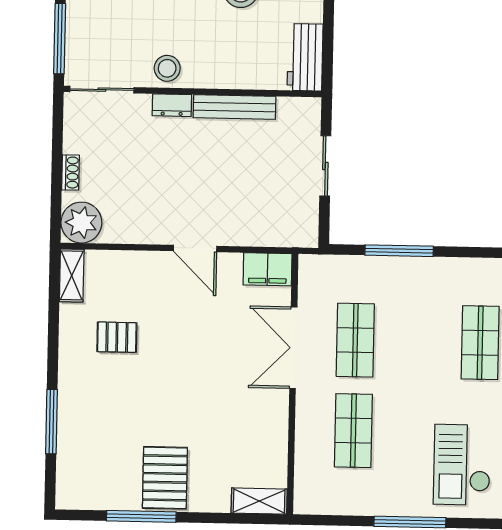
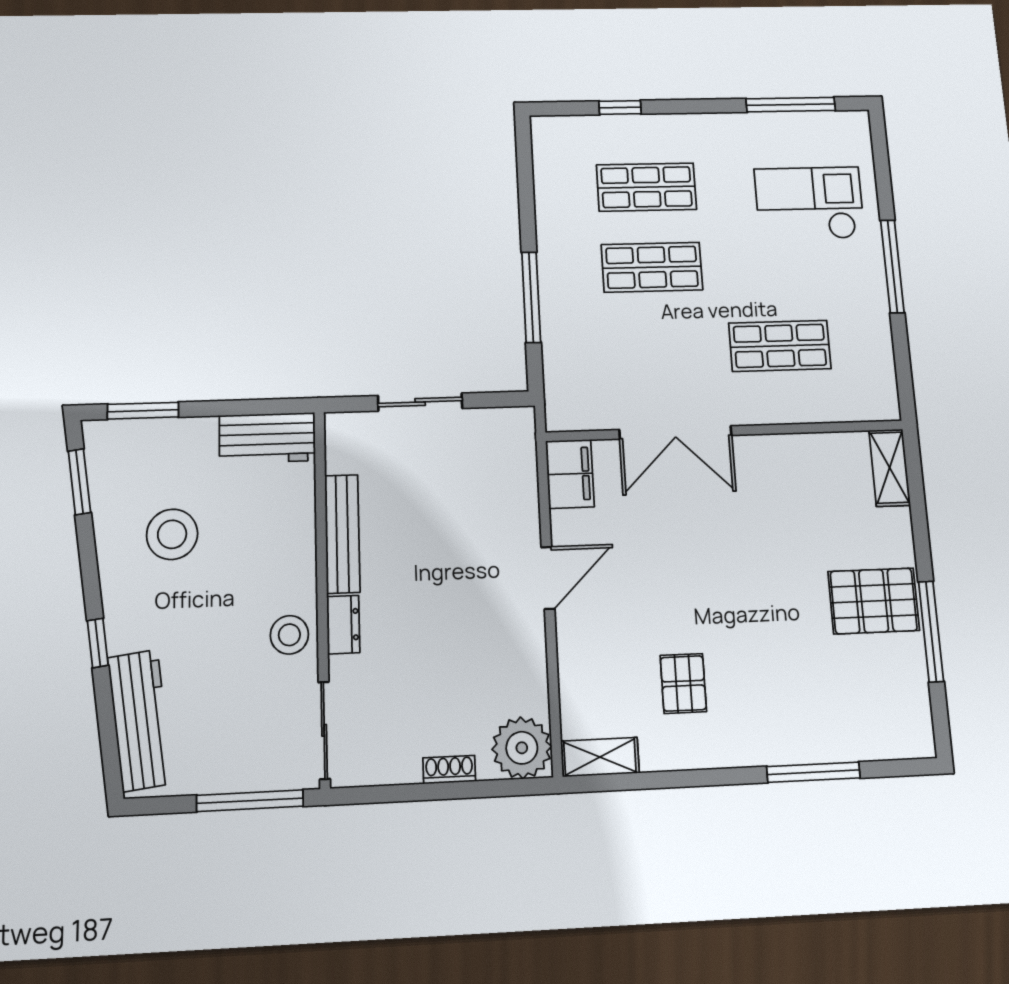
shop shelf: (355, 340) -> (652, 267), moved
checkout: (462, 465) -> (809, 203), turned 180

